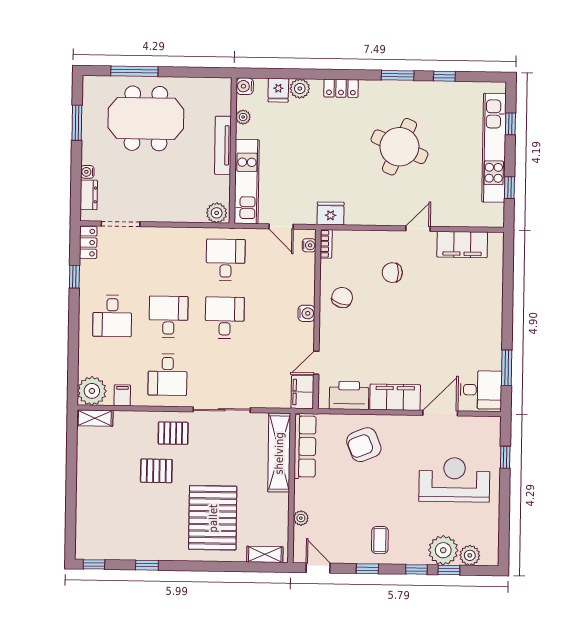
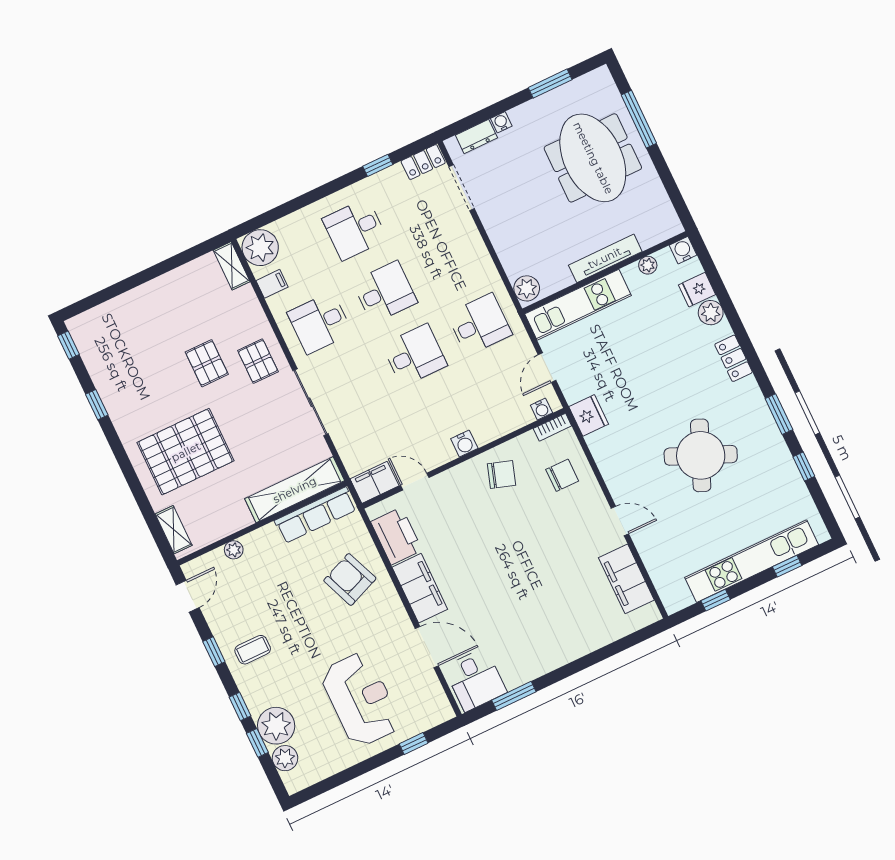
chair: (392, 273) -> (562, 475), moved, turned 90

